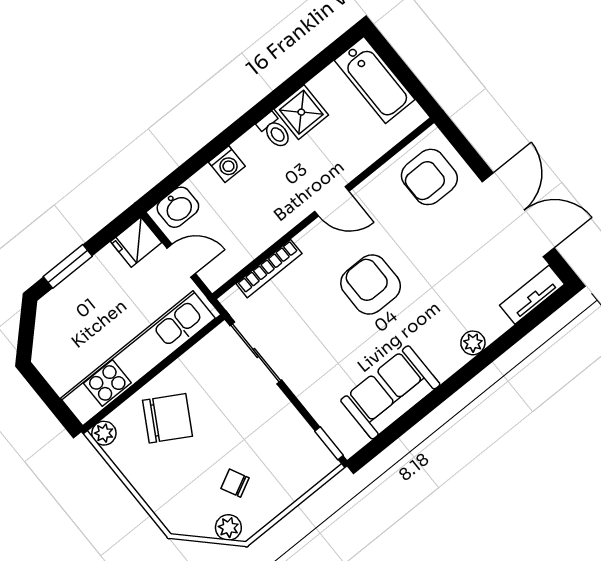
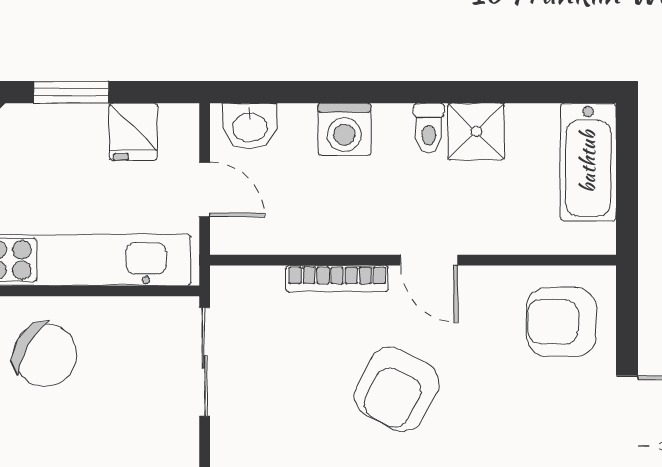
washing machine: (227, 164) -> (344, 129), width x1.38, depth x1.38
fridge: (136, 242) -> (133, 132), moved, turned -90
bookcase: (269, 269) -> (337, 279), moved
armchair: (371, 285) -> (397, 390), turned -153

